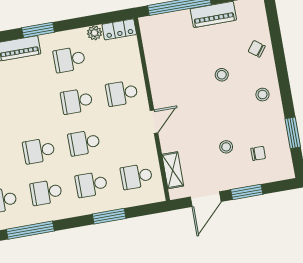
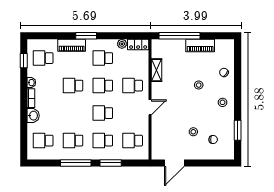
school desk: (39, 151) -> (73, 86), moved
shelving: (173, 170) -> (157, 70), moved
window: (247, 192) -> (201, 163), removed
window: (30, 230) -> (76, 163), moved

